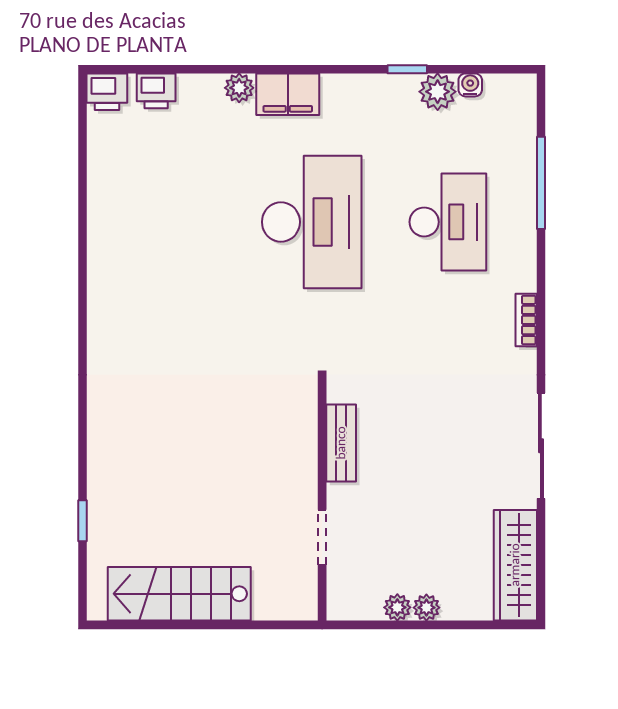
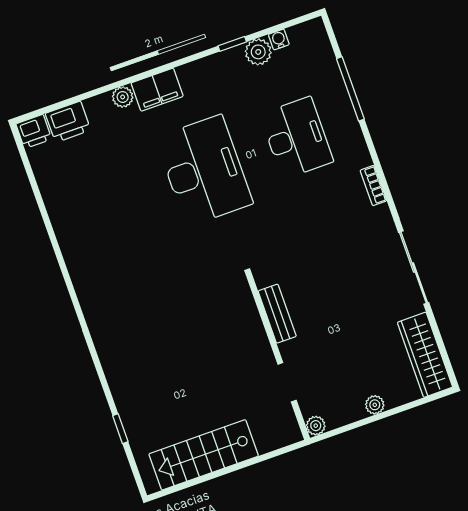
printer: (156, 91) -> (68, 122), width x1.36, depth x1.24
plant: (397, 607) -> (316, 426), moved

